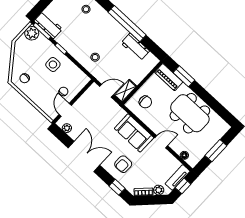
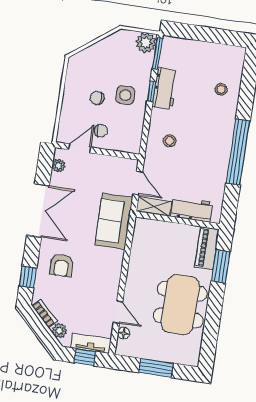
workbench: (48, 25) -> (165, 88), moved
workbench: (135, 47) -> (192, 209), moved, turned 90
chair: (25, 78) -> (97, 98), moved
chair: (145, 102) -> (157, 240), removed
sofa: (134, 133) -> (114, 221), moved
door: (161, 142) -> (118, 312), moved
armchair: (123, 164) -> (61, 265), turned -90

